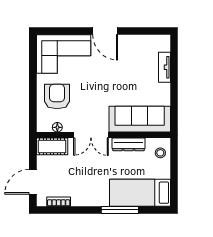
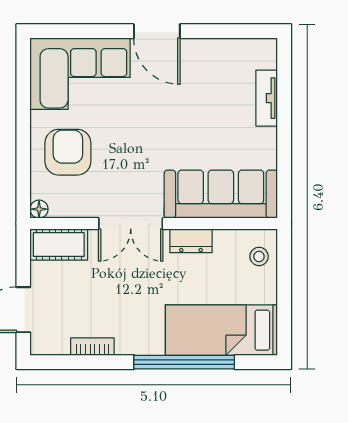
floor lamp: (57, 127) -> (39, 209), moved
dresser: (129, 144) -> (191, 241), width x0.70
bookcase: (59, 202) -> (92, 347), moved
window: (120, 210) -> (184, 362), width x1.46

